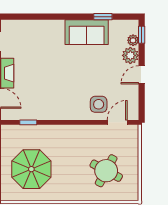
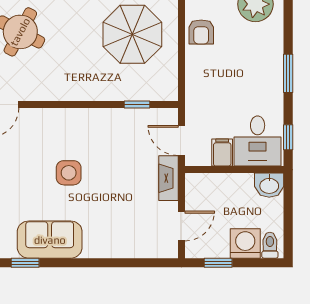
side table: (99, 104) -> (69, 173), moved

